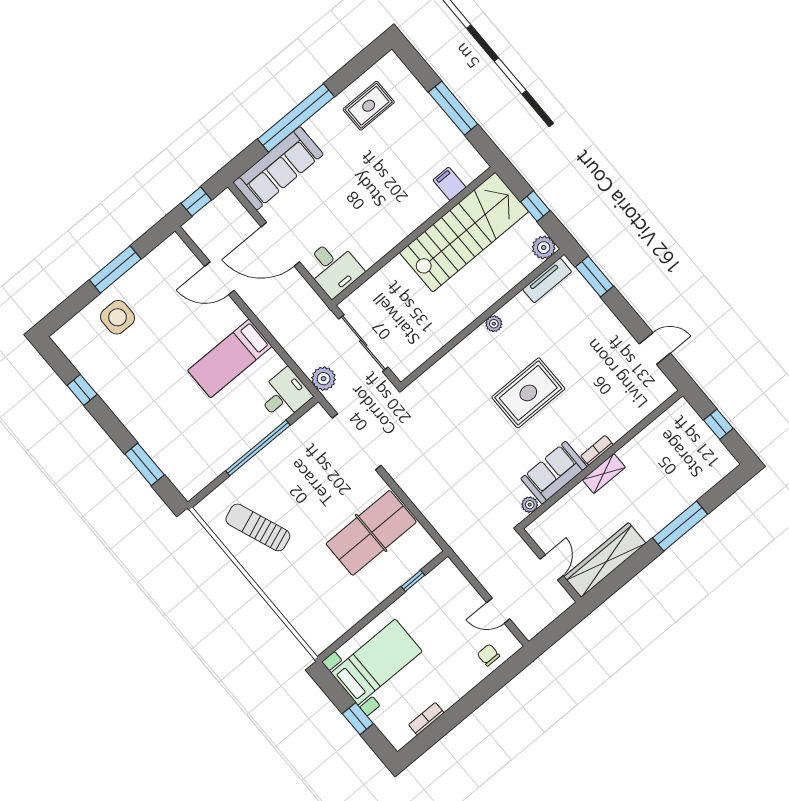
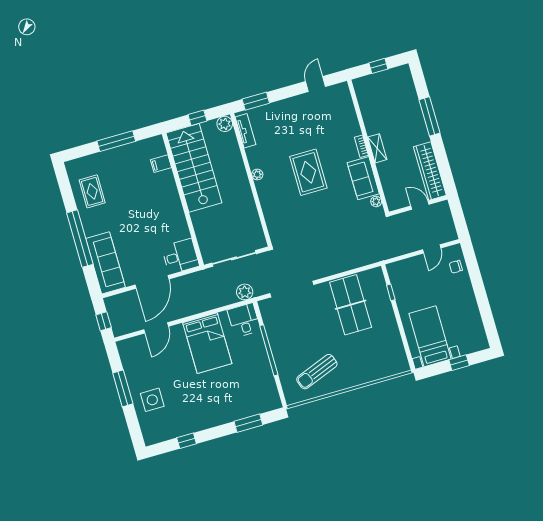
bed: (230, 358) -> (207, 343), width x1.50
bookcase: (426, 719) -> (478, 321), removed

